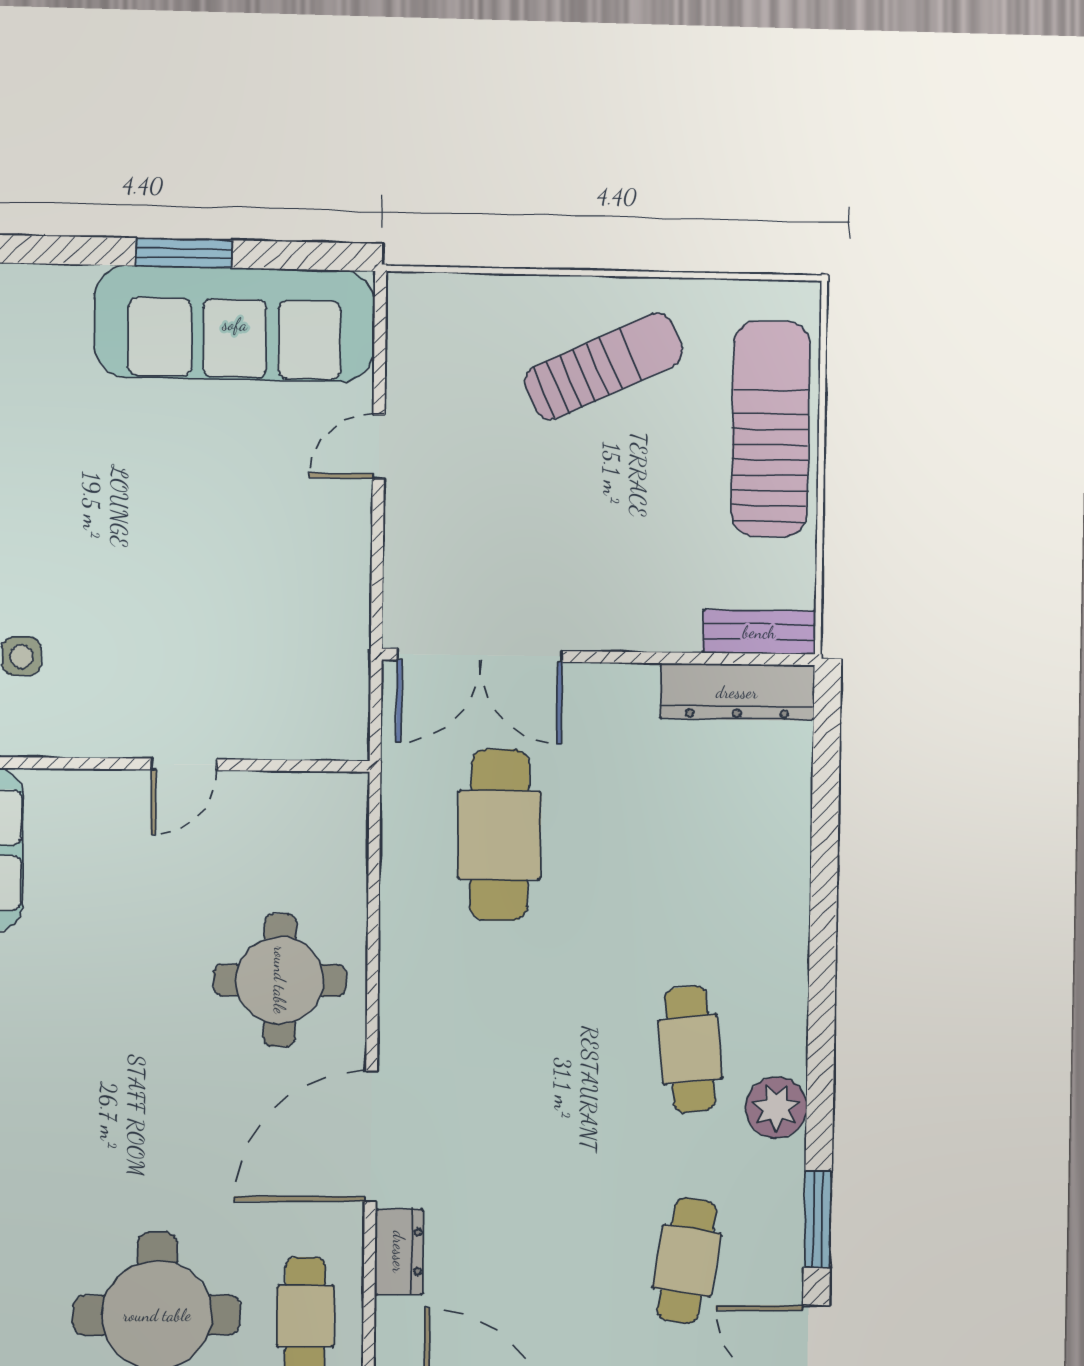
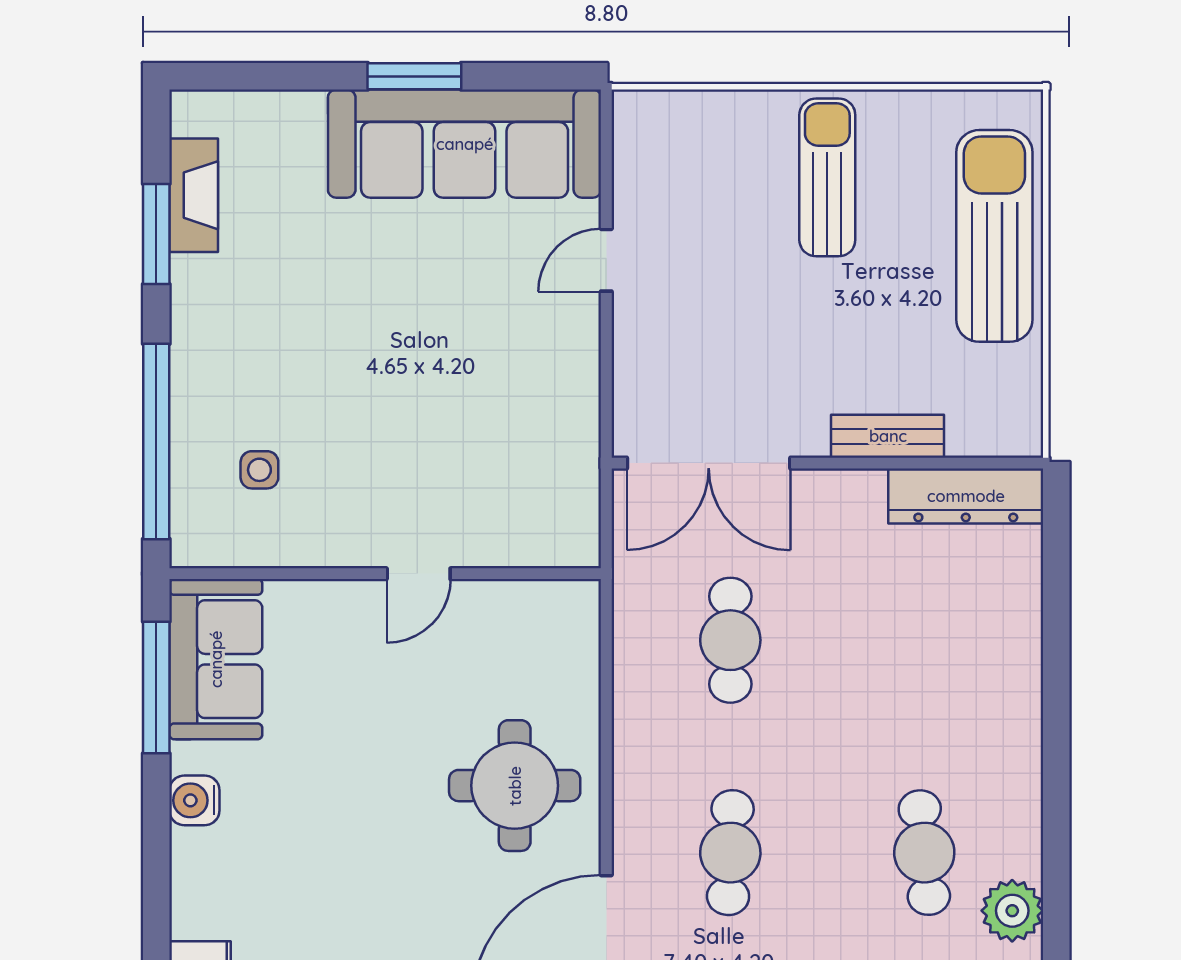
sun lounger: (604, 366) -> (827, 177), turned -65
bench: (759, 632) -> (888, 436), moved
cafe table: (499, 835) -> (730, 640), width x0.73, depth x0.74
cafe table: (497, 1049) -> (730, 853), added

